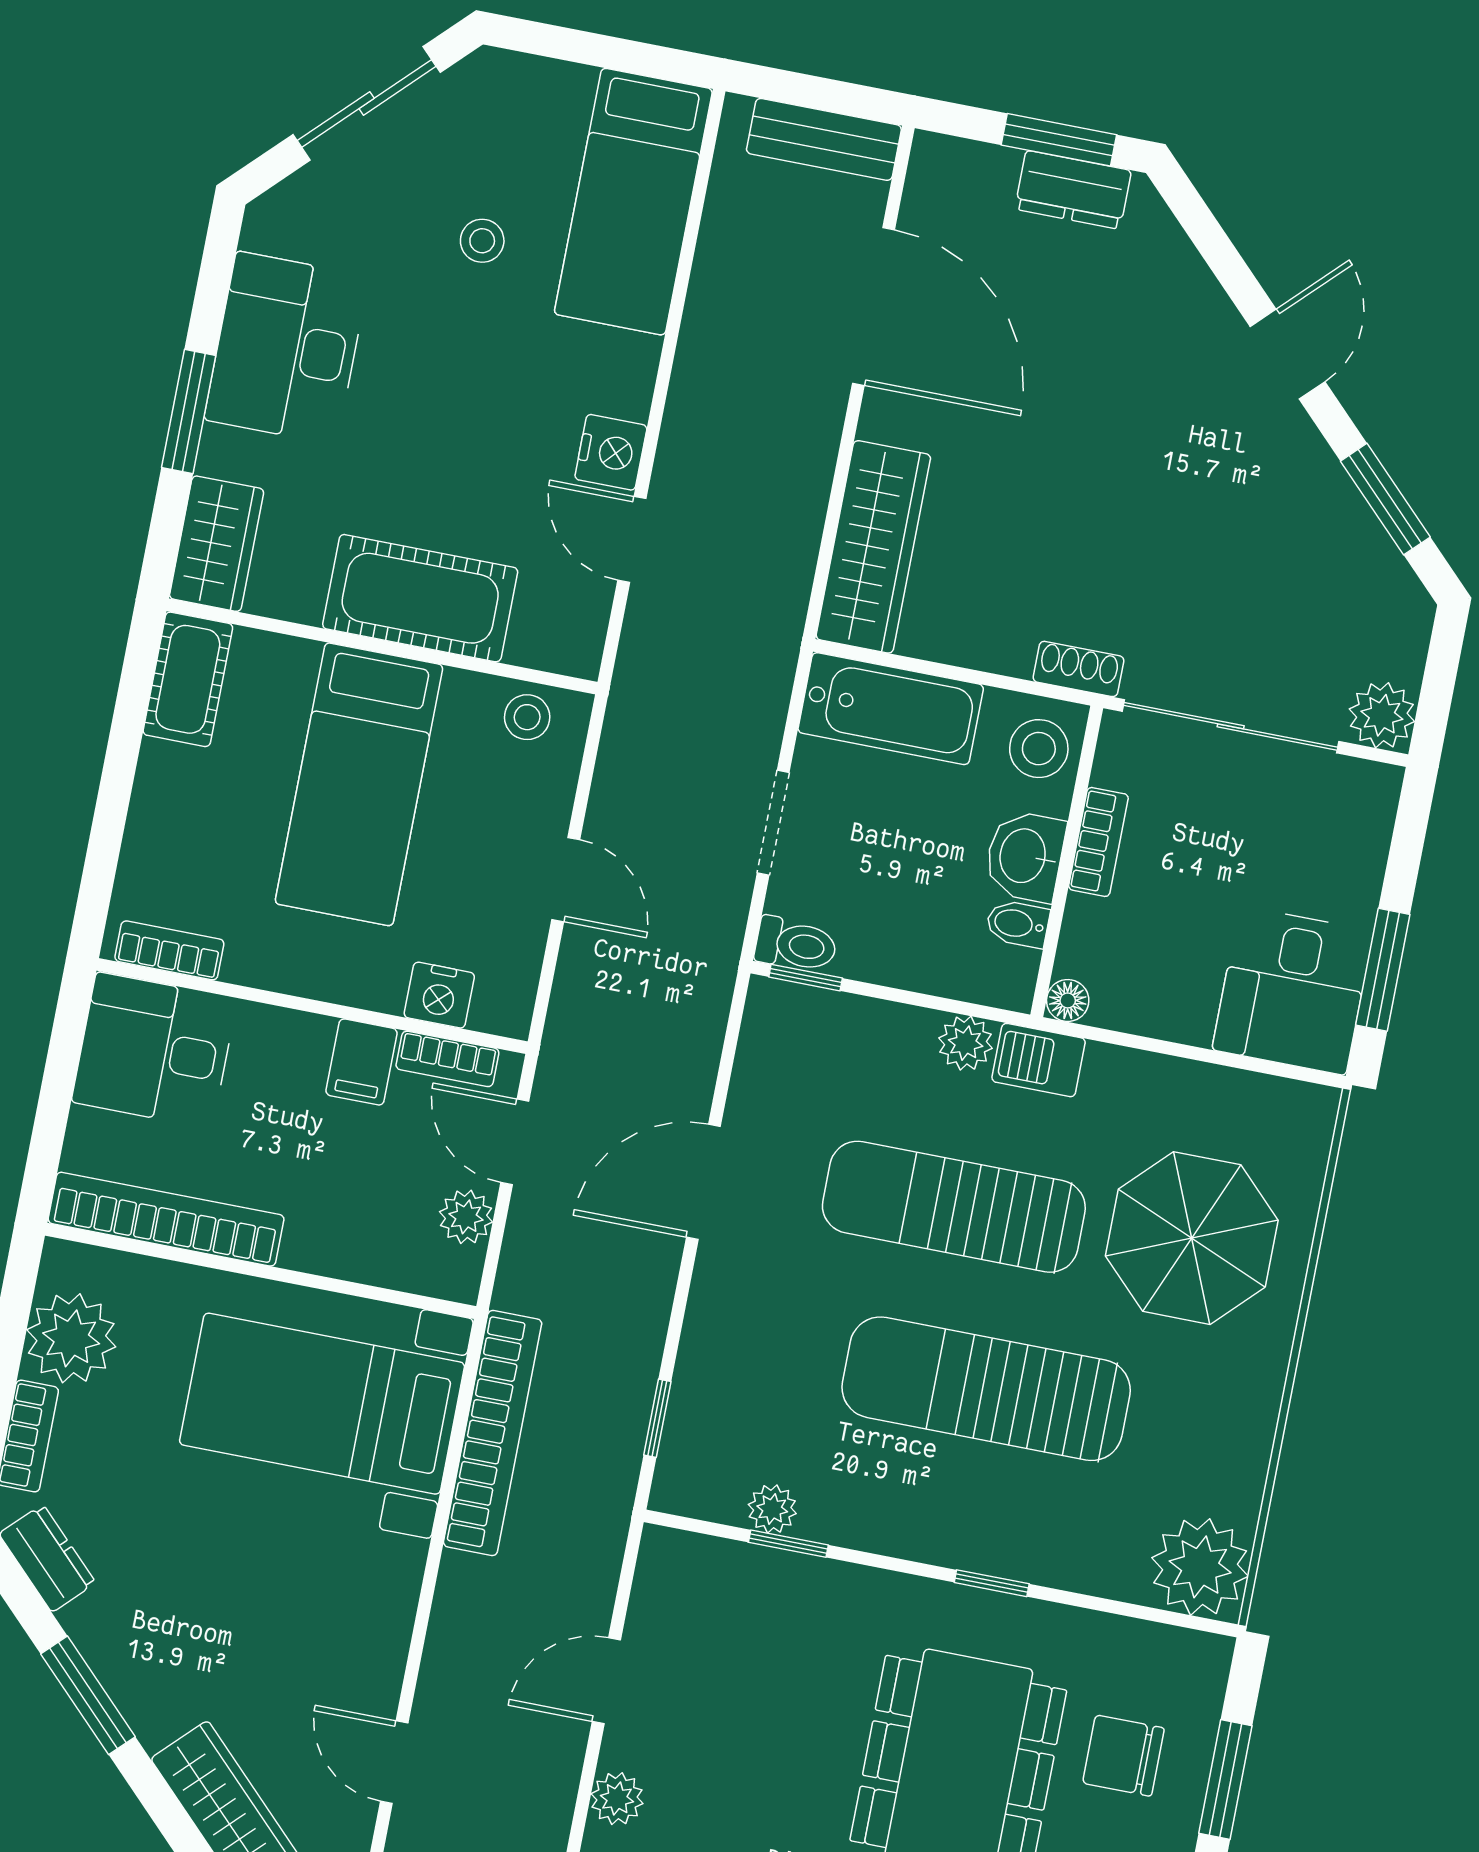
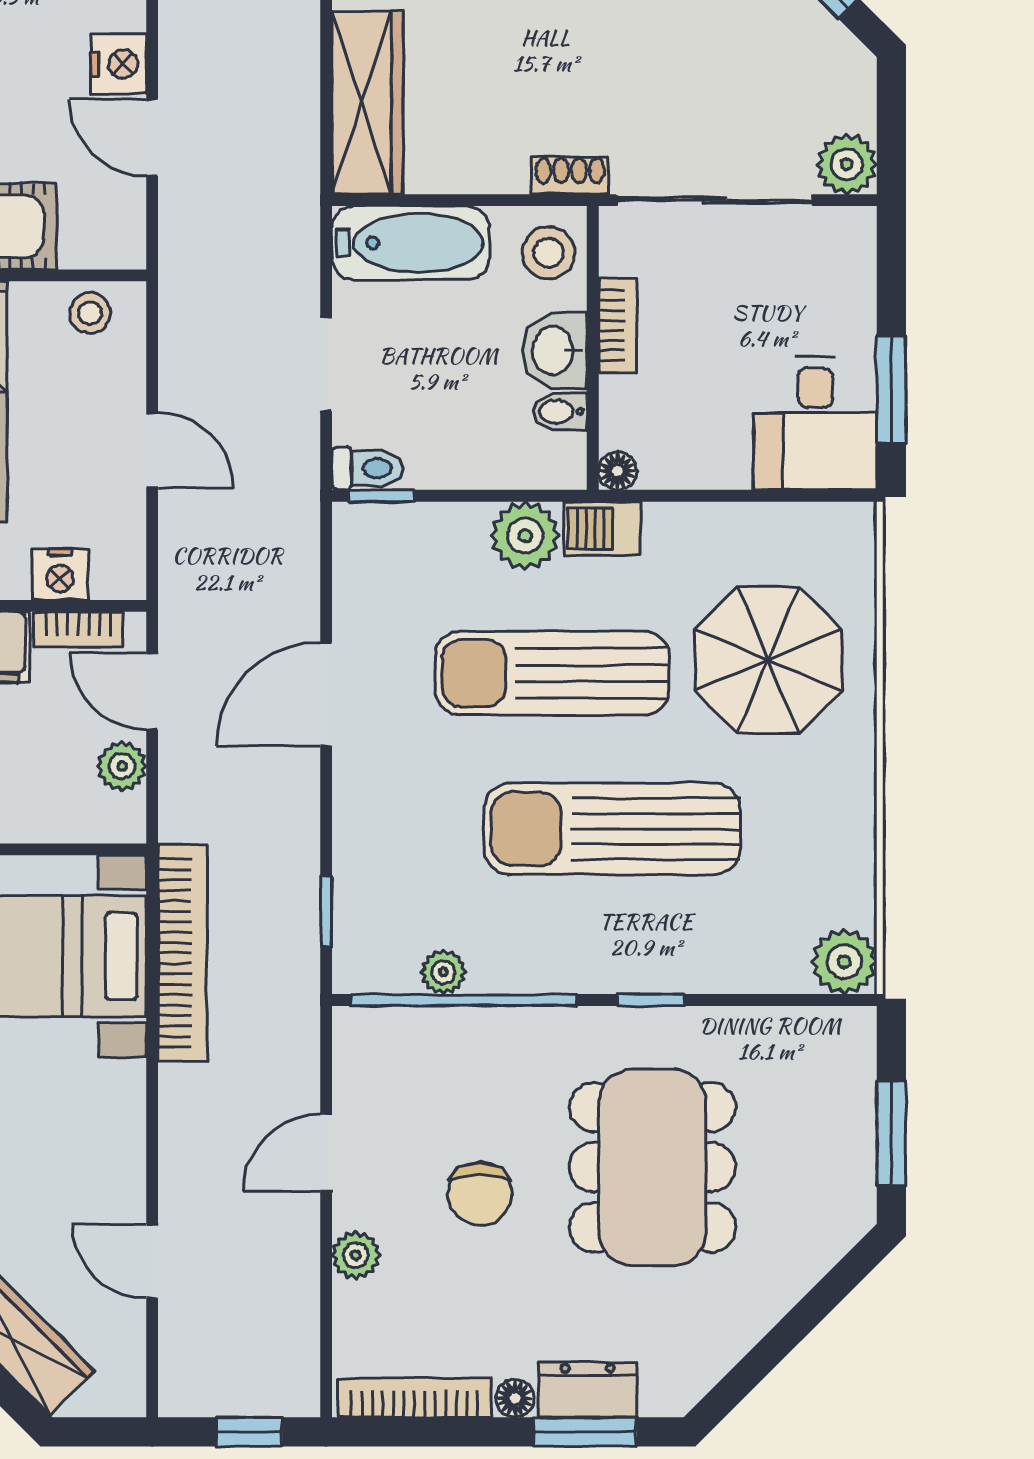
plant: (966, 1043) -> (525, 536), width x1.38, depth x1.38
window: (788, 1544) -> (464, 1000), width x3.17
plant: (1200, 1567) -> (844, 962), width x0.73, depth x0.73
chair: (1123, 1756) -> (480, 1194), moved, turned -90

